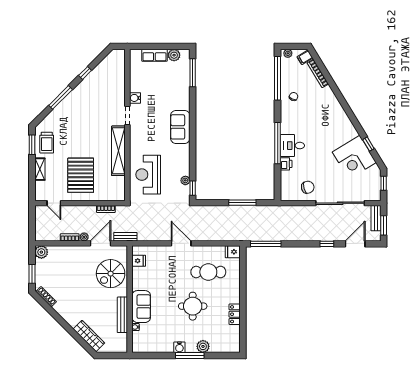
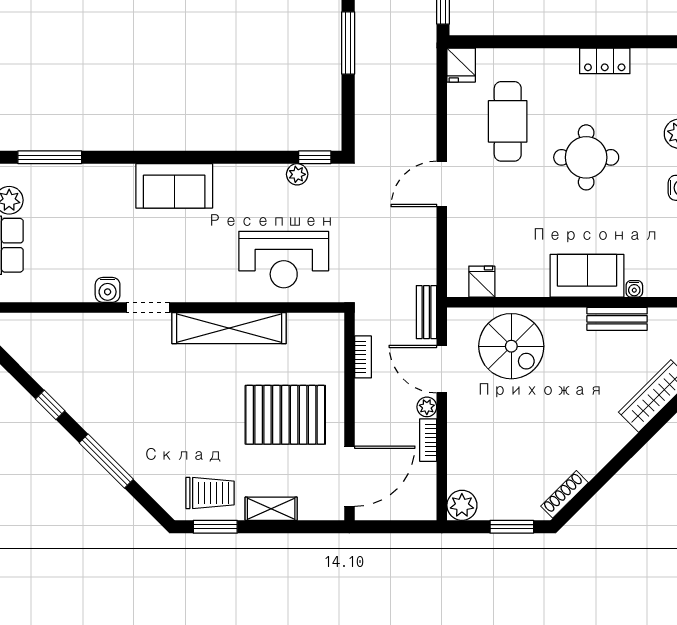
door: (54, 203) -> (349, 476), width x1.88
bench: (122, 315) -> (617, 319), width x0.73

